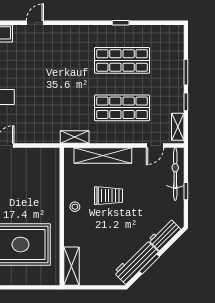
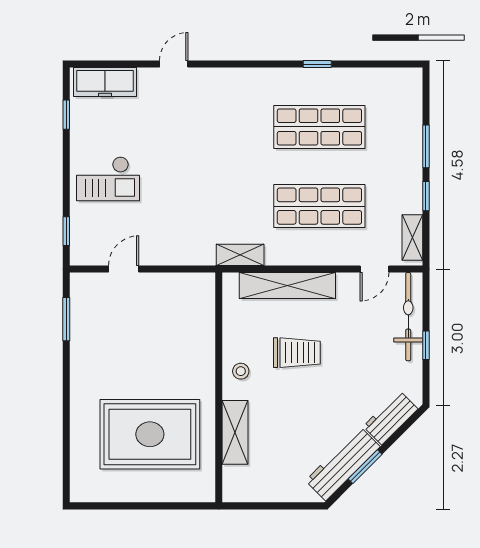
shelving: (71, 266) -> (235, 432), moved

